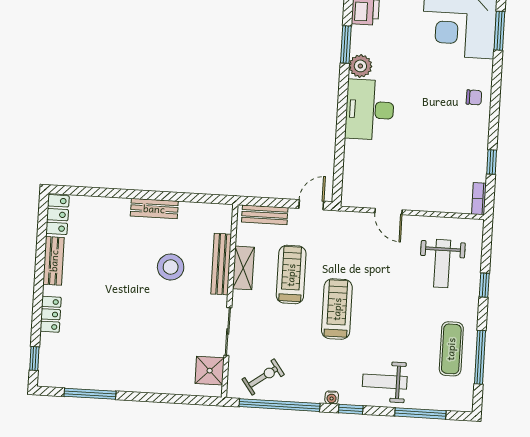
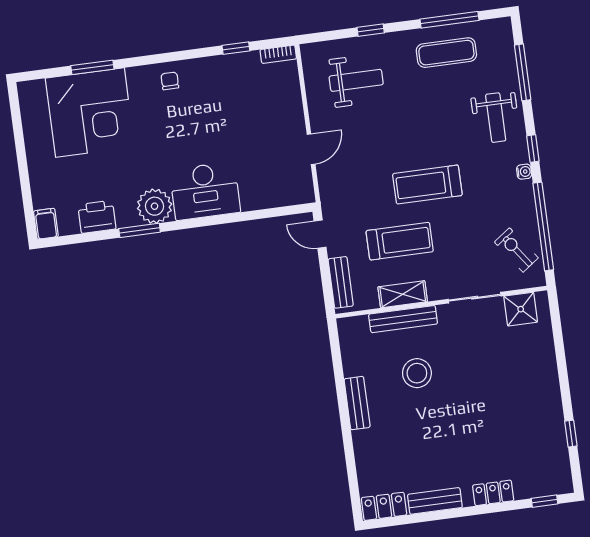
plant: (360, 66) -> (155, 206), width x1.36, depth x1.36
treadmill: (291, 275) -> (400, 241), turned 180
window: (90, 394) -> (571, 434), width x0.46

